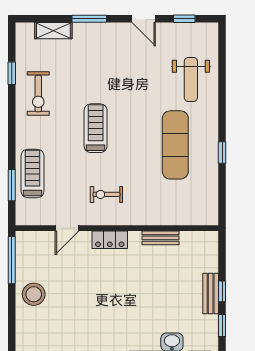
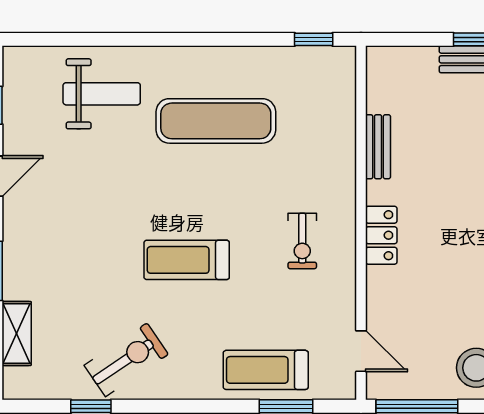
exercise bike: (38, 94) -> (126, 360), turned -34
window: (222, 152) -> (314, 39), moved
door: (67, 228) -> (361, 351), moved

